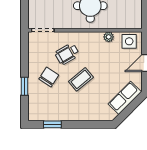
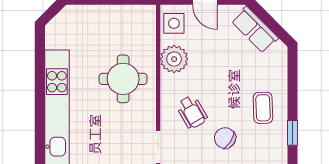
plant: (109, 37) -> (174, 59), width x1.87, depth x1.87
coffee table: (81, 79) -> (263, 108), moved, turned 38

